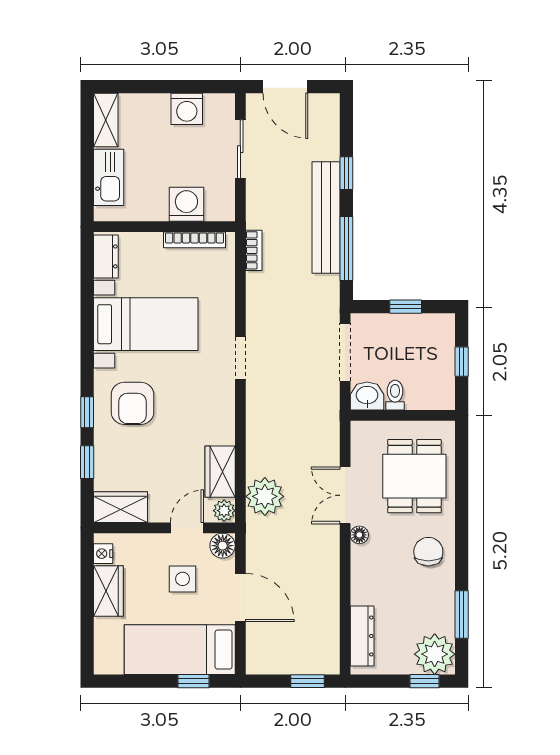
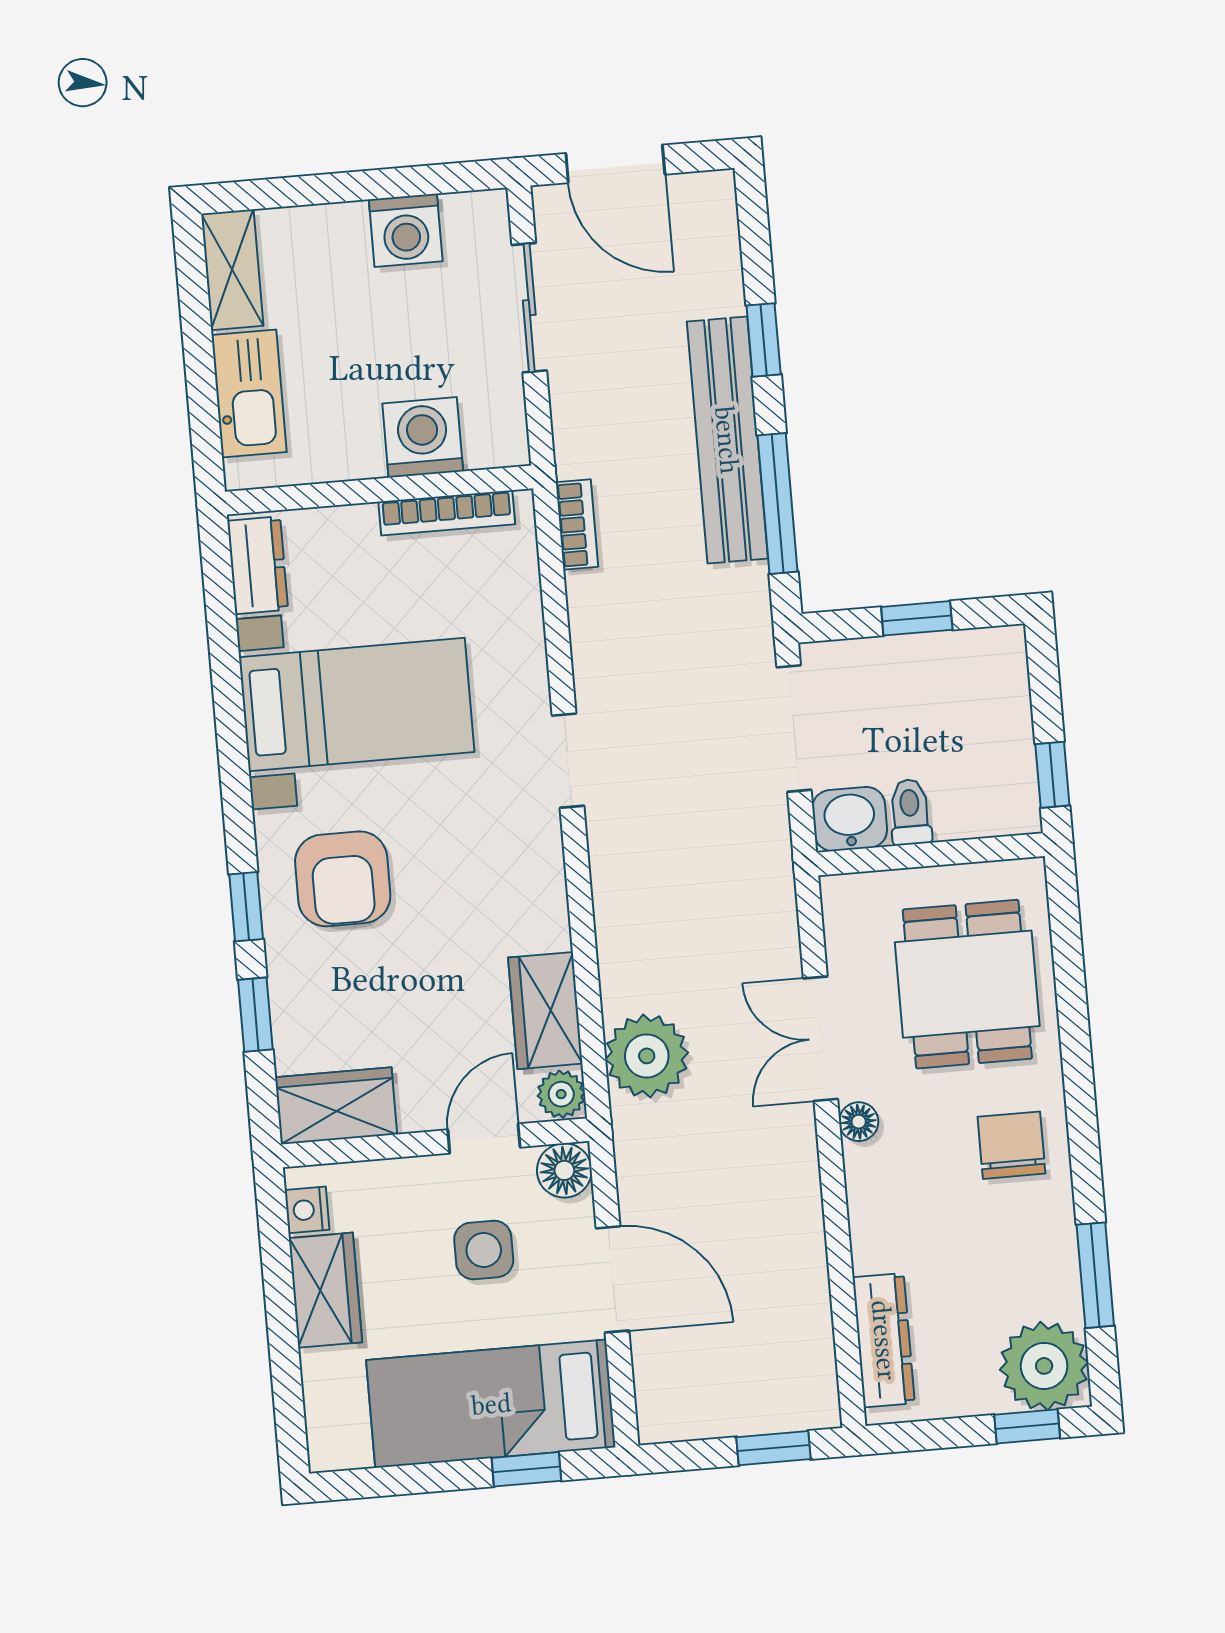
window: (462, 362) -> (1052, 775), moved

